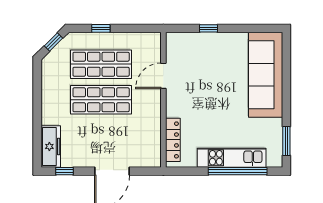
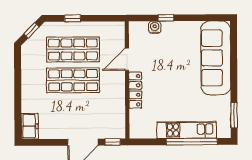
water cooler: (195, 39) -> (155, 27), added
locker: (173, 140) -> (135, 90), moved
freezer: (51, 146) -> (30, 126), width x0.71
window: (65, 171) -> (113, 142), moved

